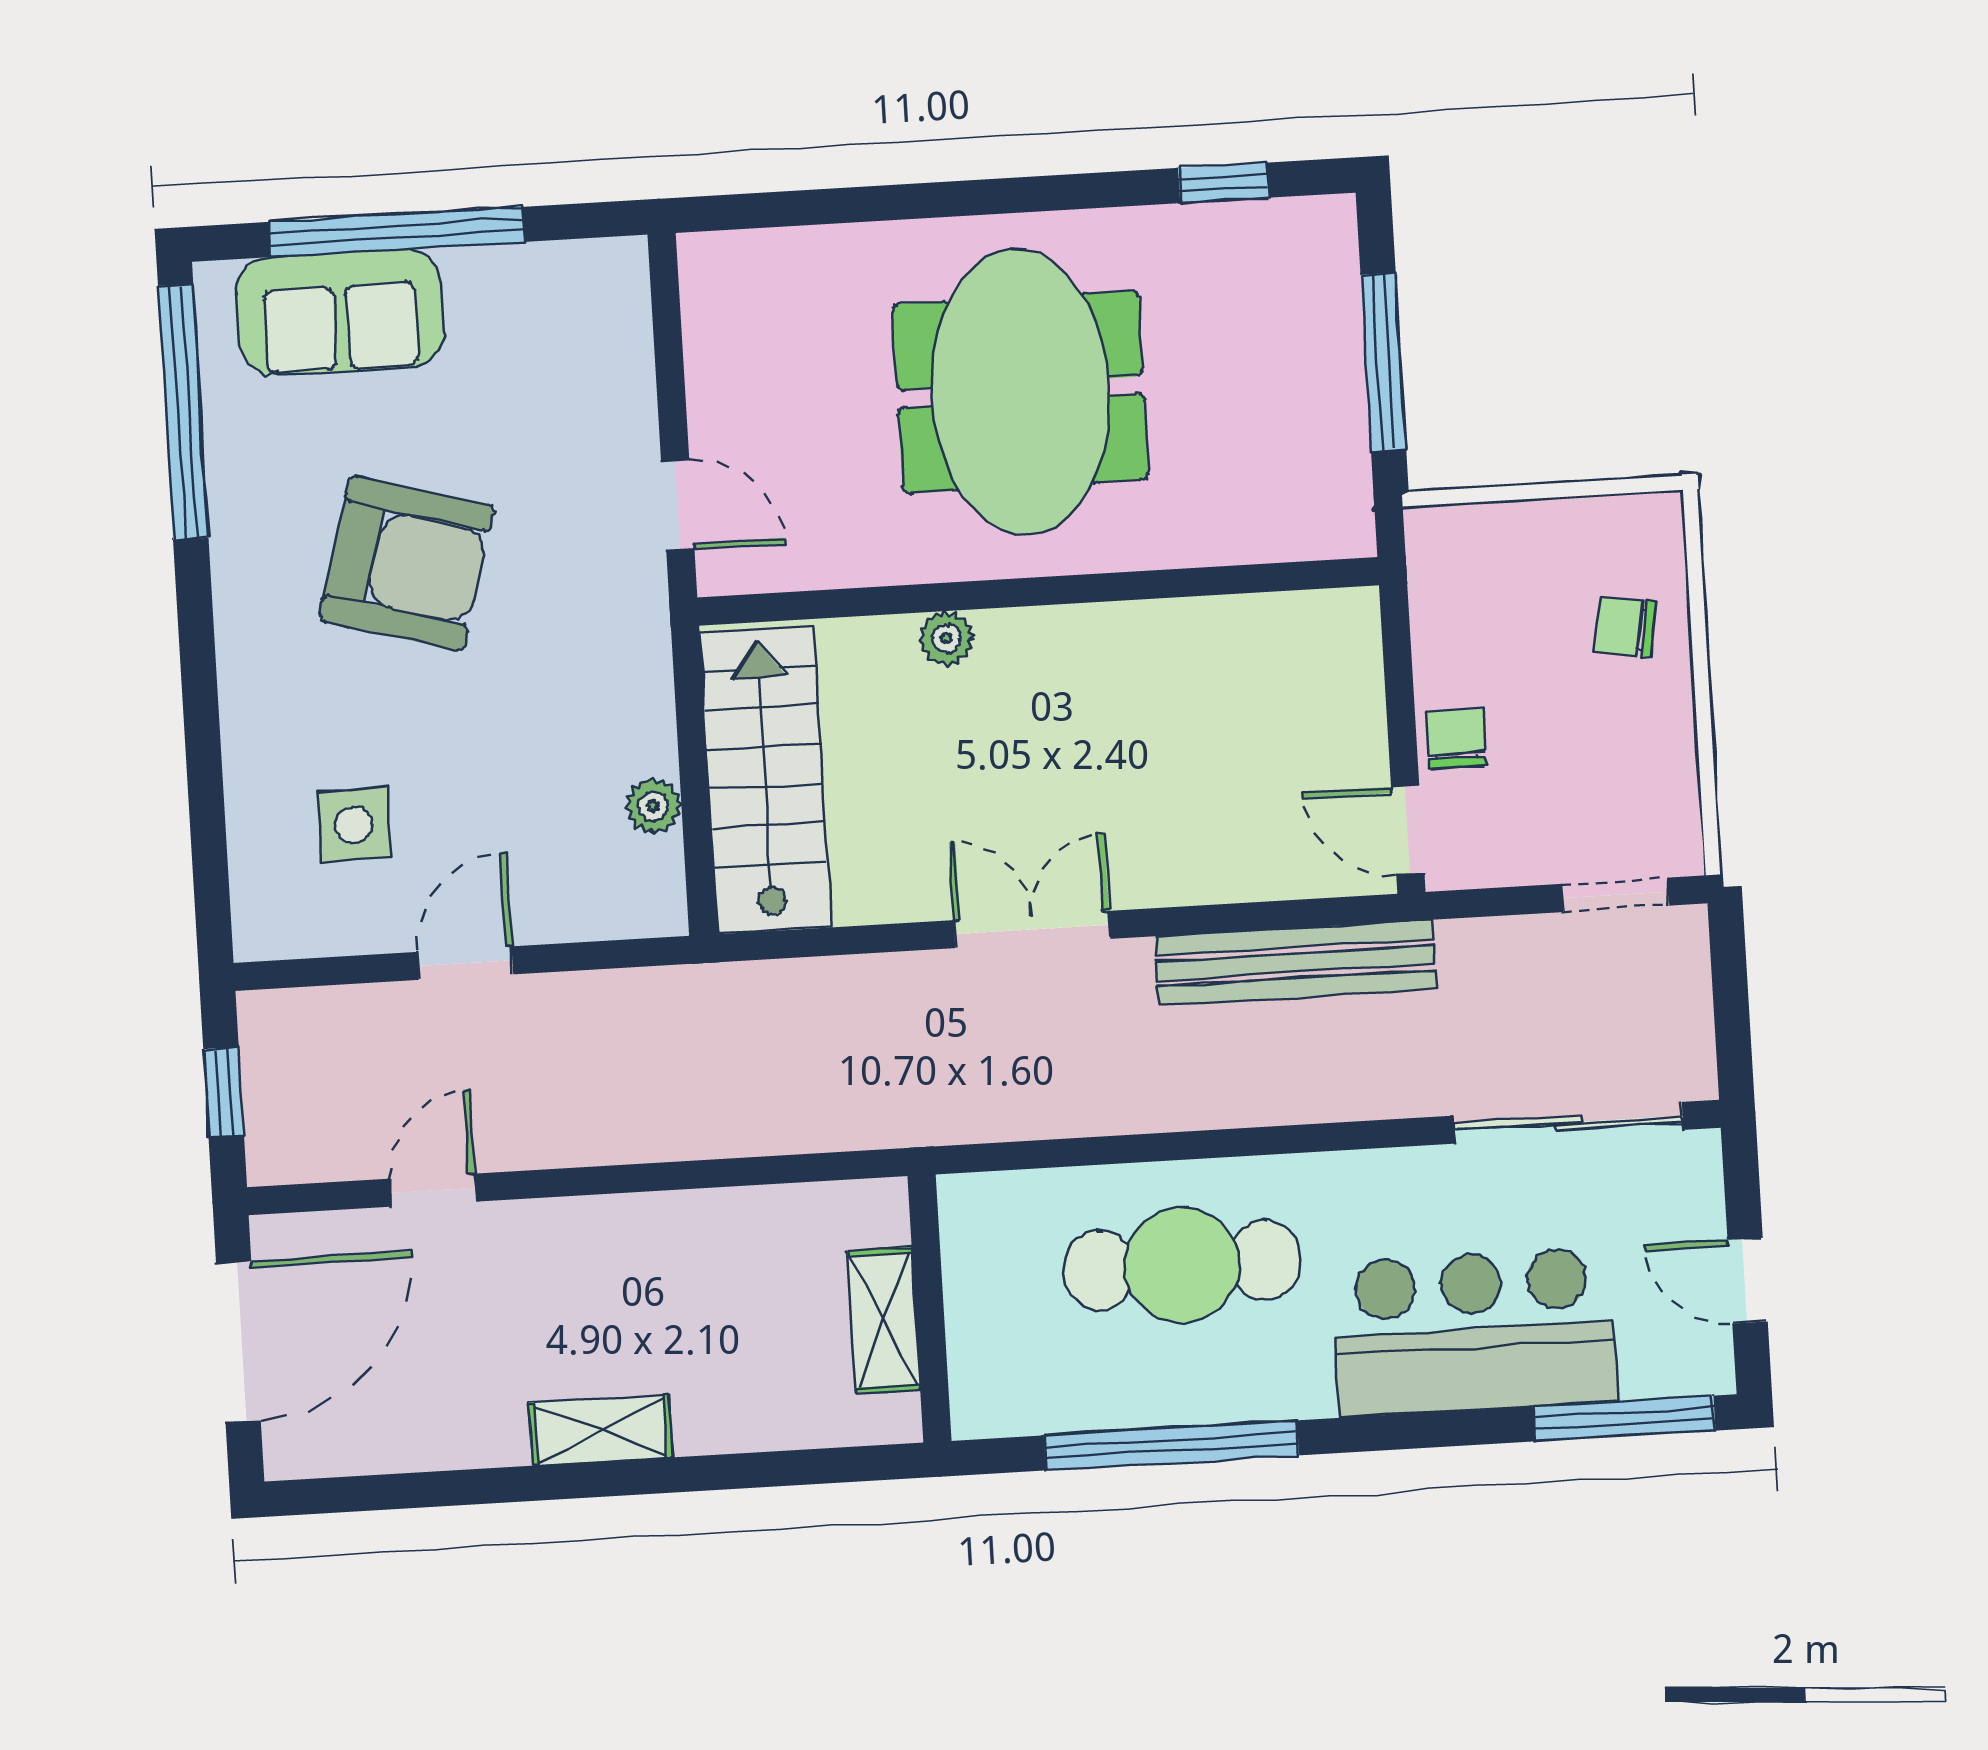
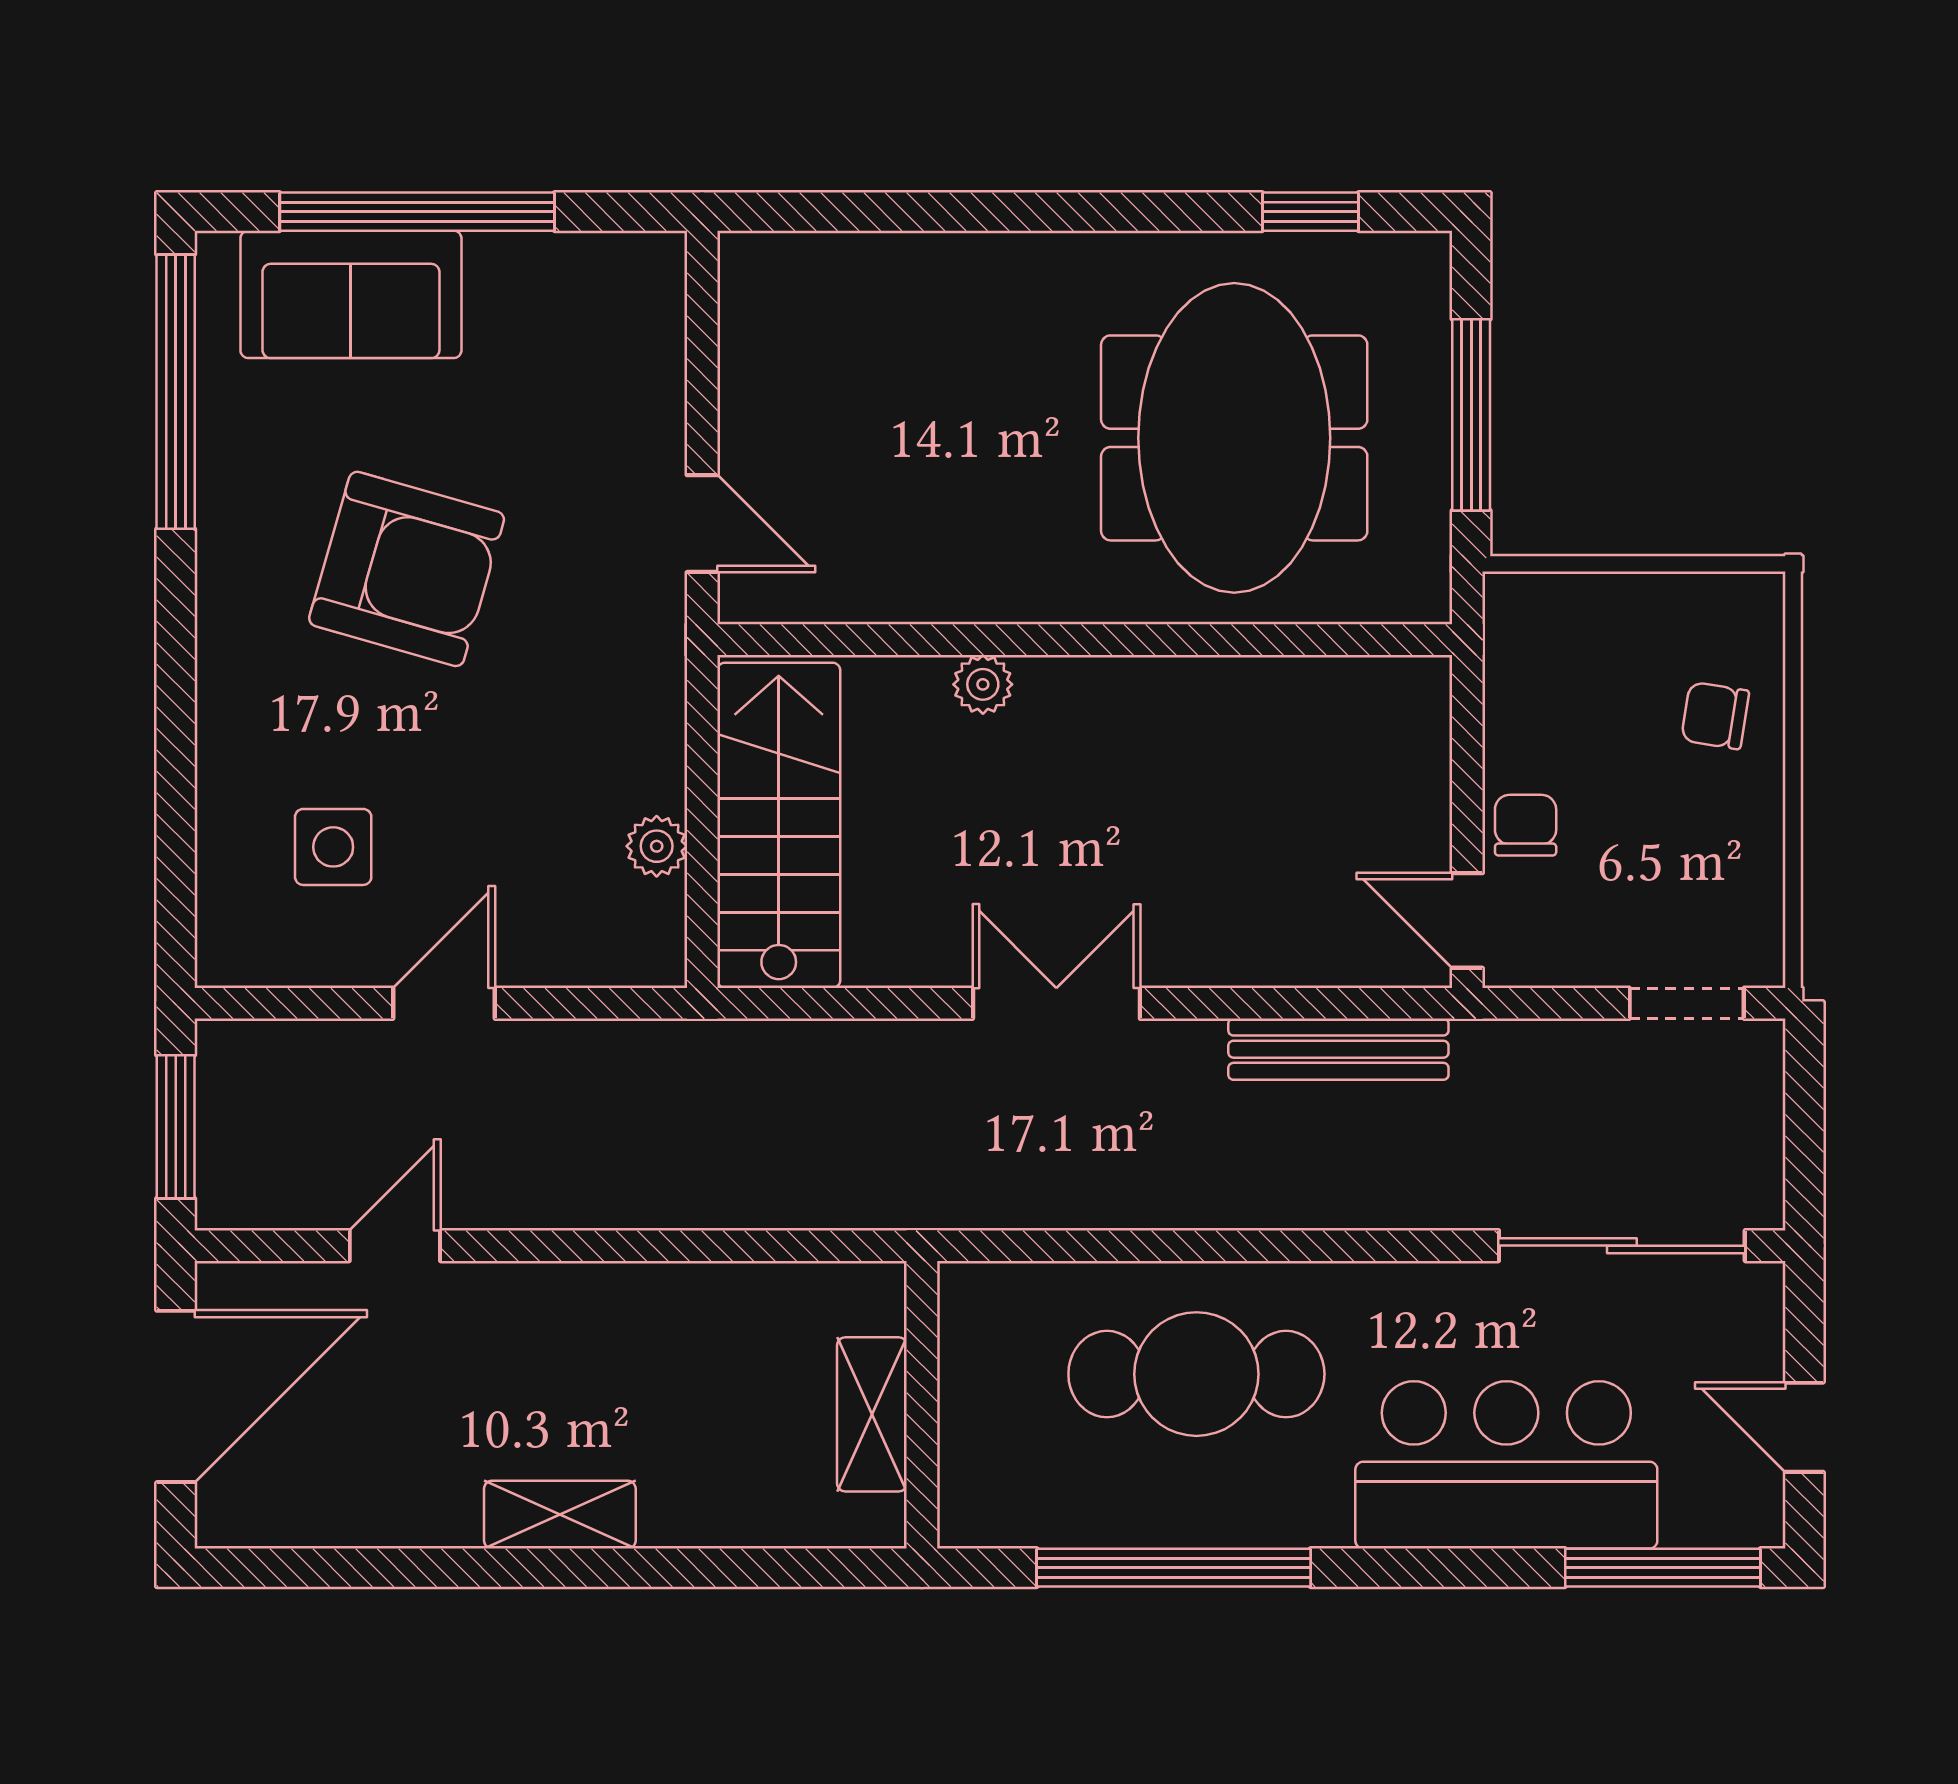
meeting table: (1021, 392) -> (1234, 438), moved
bench: (1296, 963) -> (1338, 1049), width x0.73, depth x0.82
window: (224, 1092) -> (176, 1127), width x1.50

